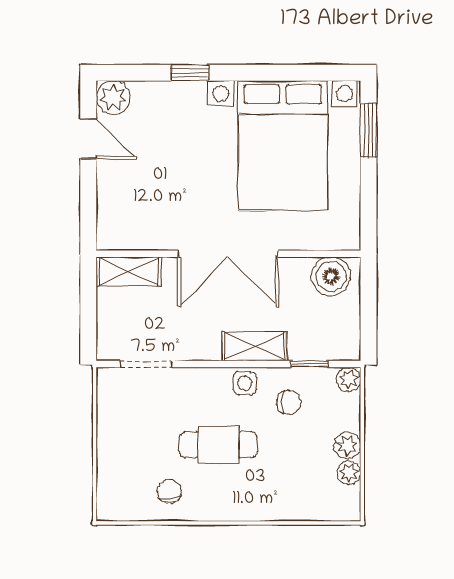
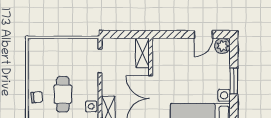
window: (190, 73) -> (234, 81), width x1.50
chair: (169, 491) -> (37, 97), moved

